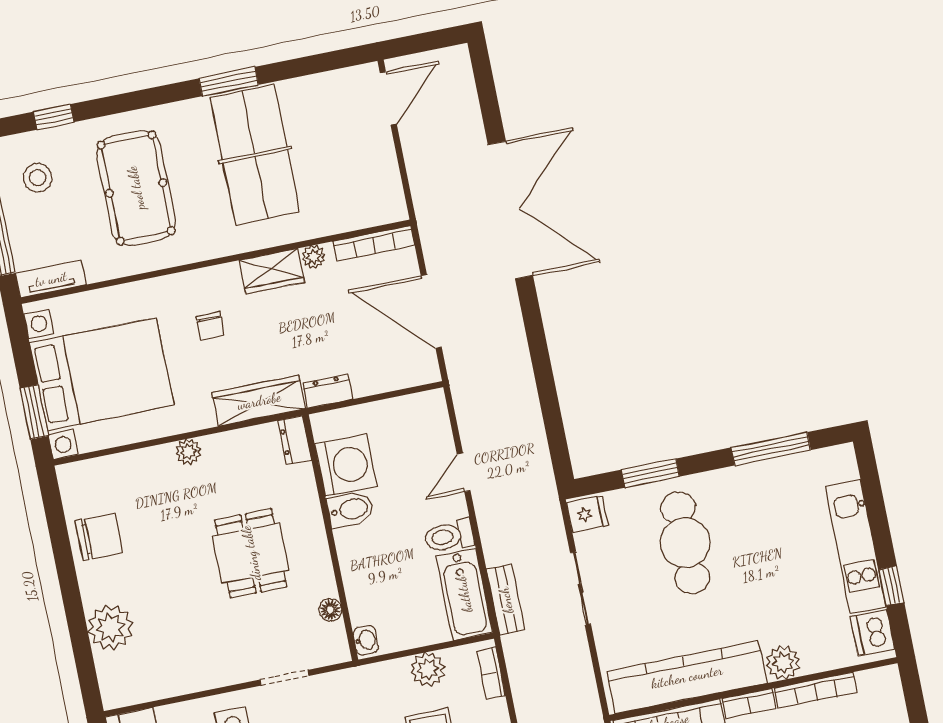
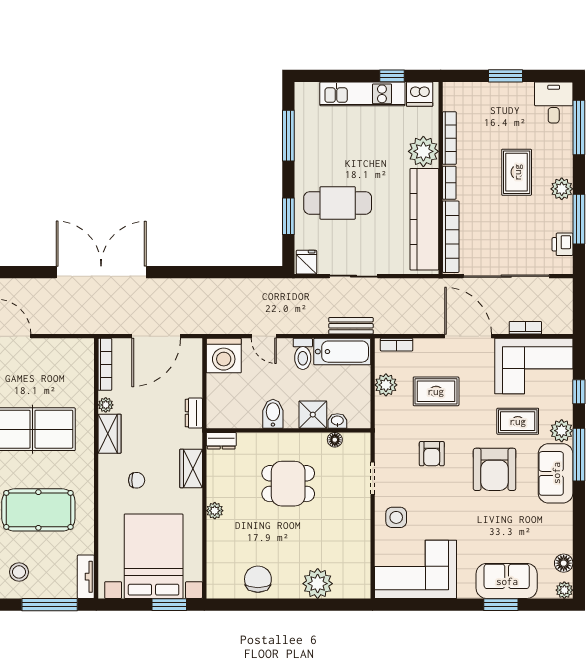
wardrobe: (259, 401) -> (191, 468), width x0.67
washing machine: (346, 465) -> (224, 356), moved, turned 180
shower: (361, 569) -> (313, 415), added
washbasin: (366, 640) -> (337, 421), moved
plant: (783, 663) -> (423, 151), width x1.36, depth x1.36

